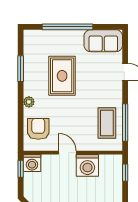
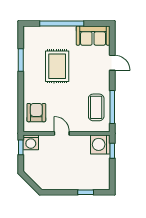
plant: (29, 102) -> (28, 89), removed
washing machine: (87, 165) -> (100, 144), moved, turned 90

